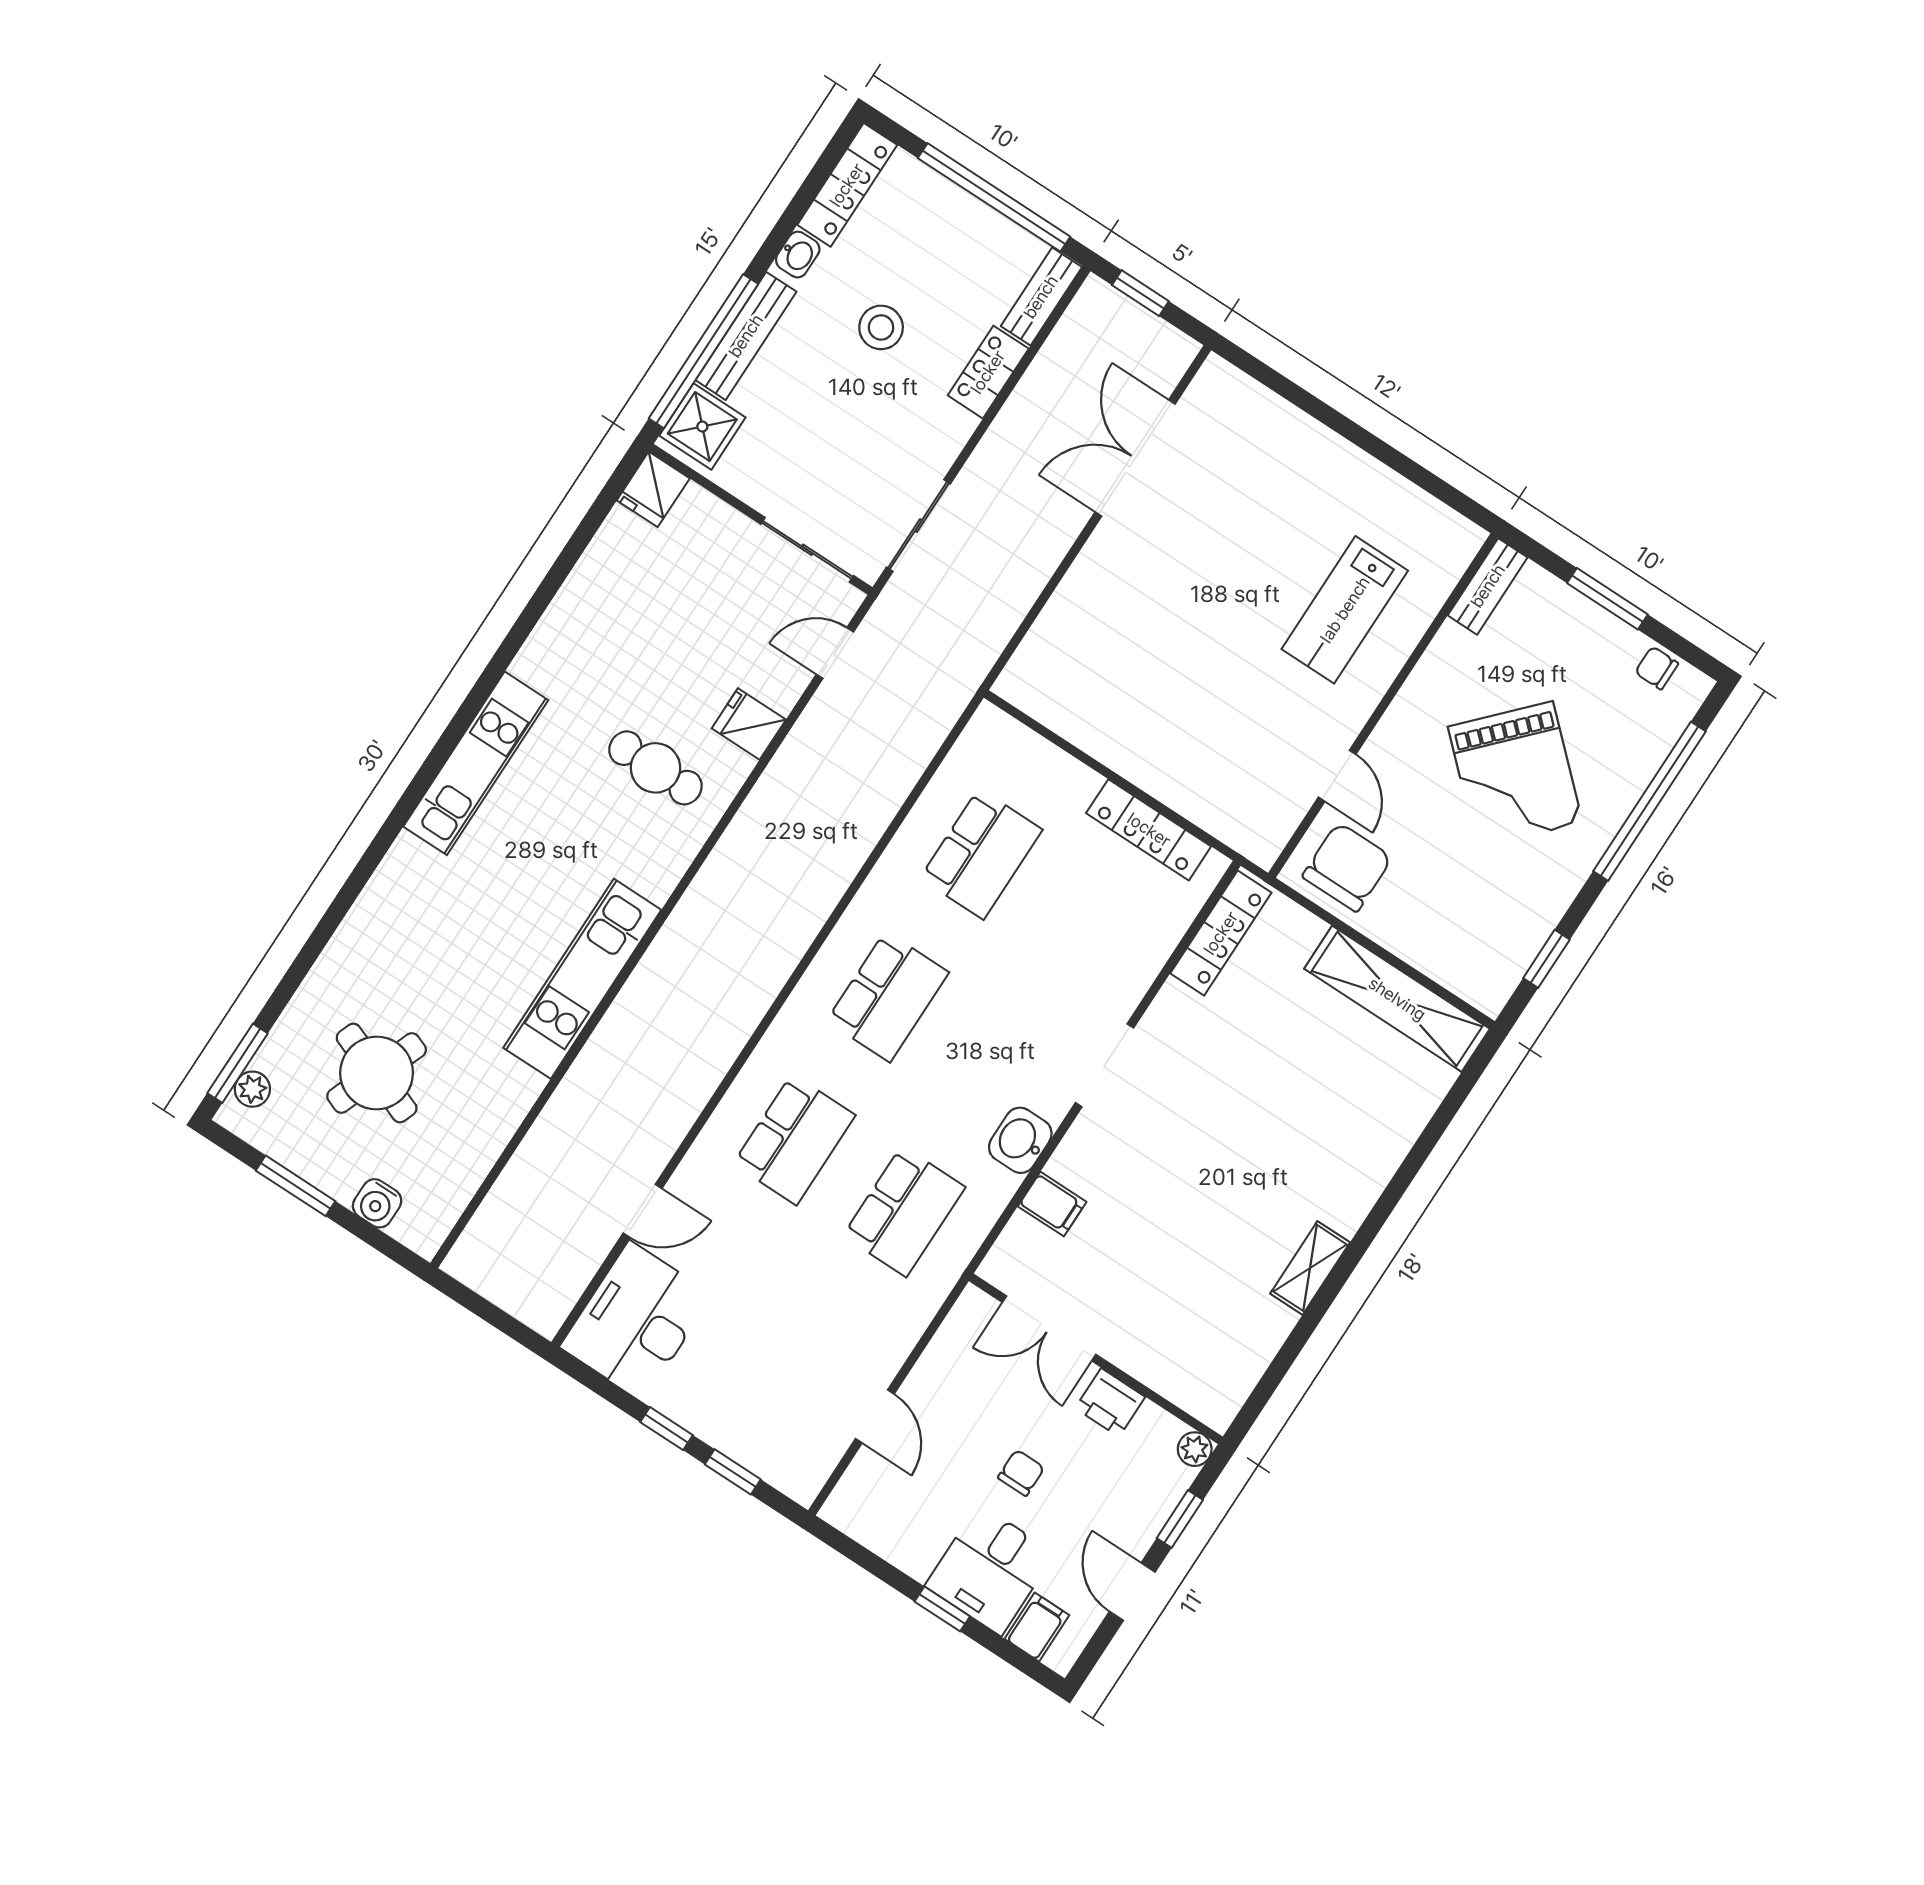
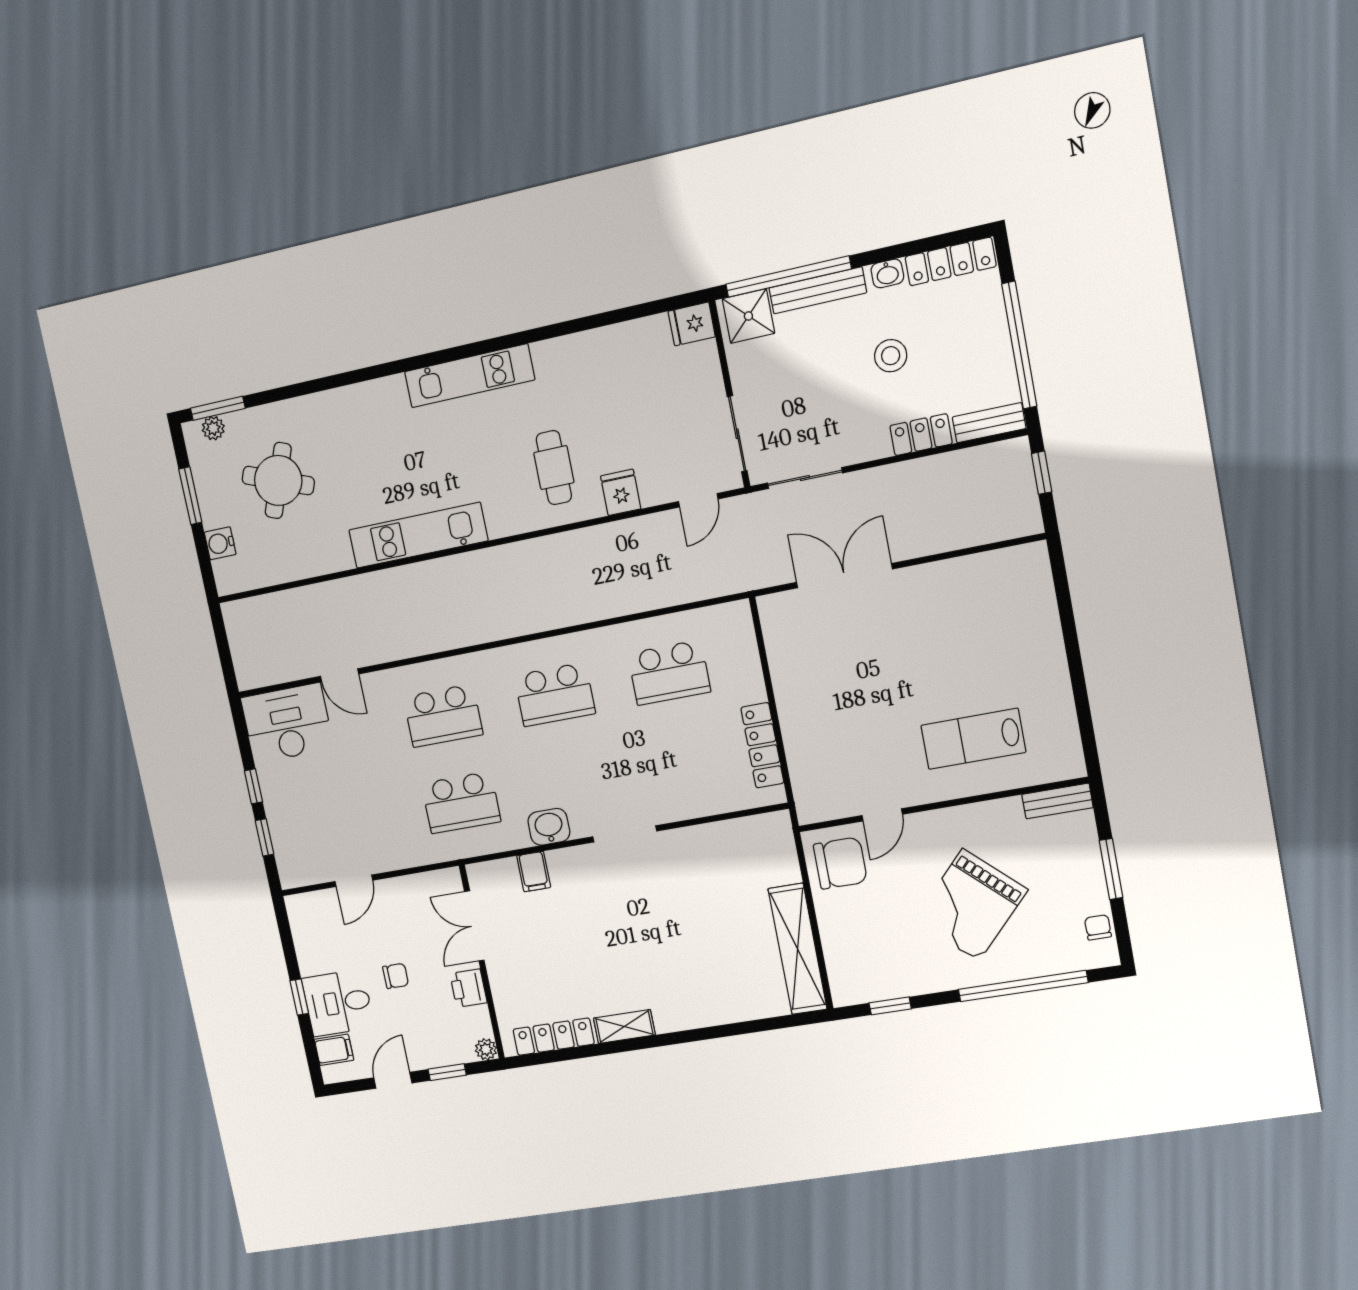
double door: (1135, 458) -> (844, 576), moved
door: (835, 653) -> (698, 500), swing flipped
locker: (1221, 933) -> (554, 1037), moved, turned 180

